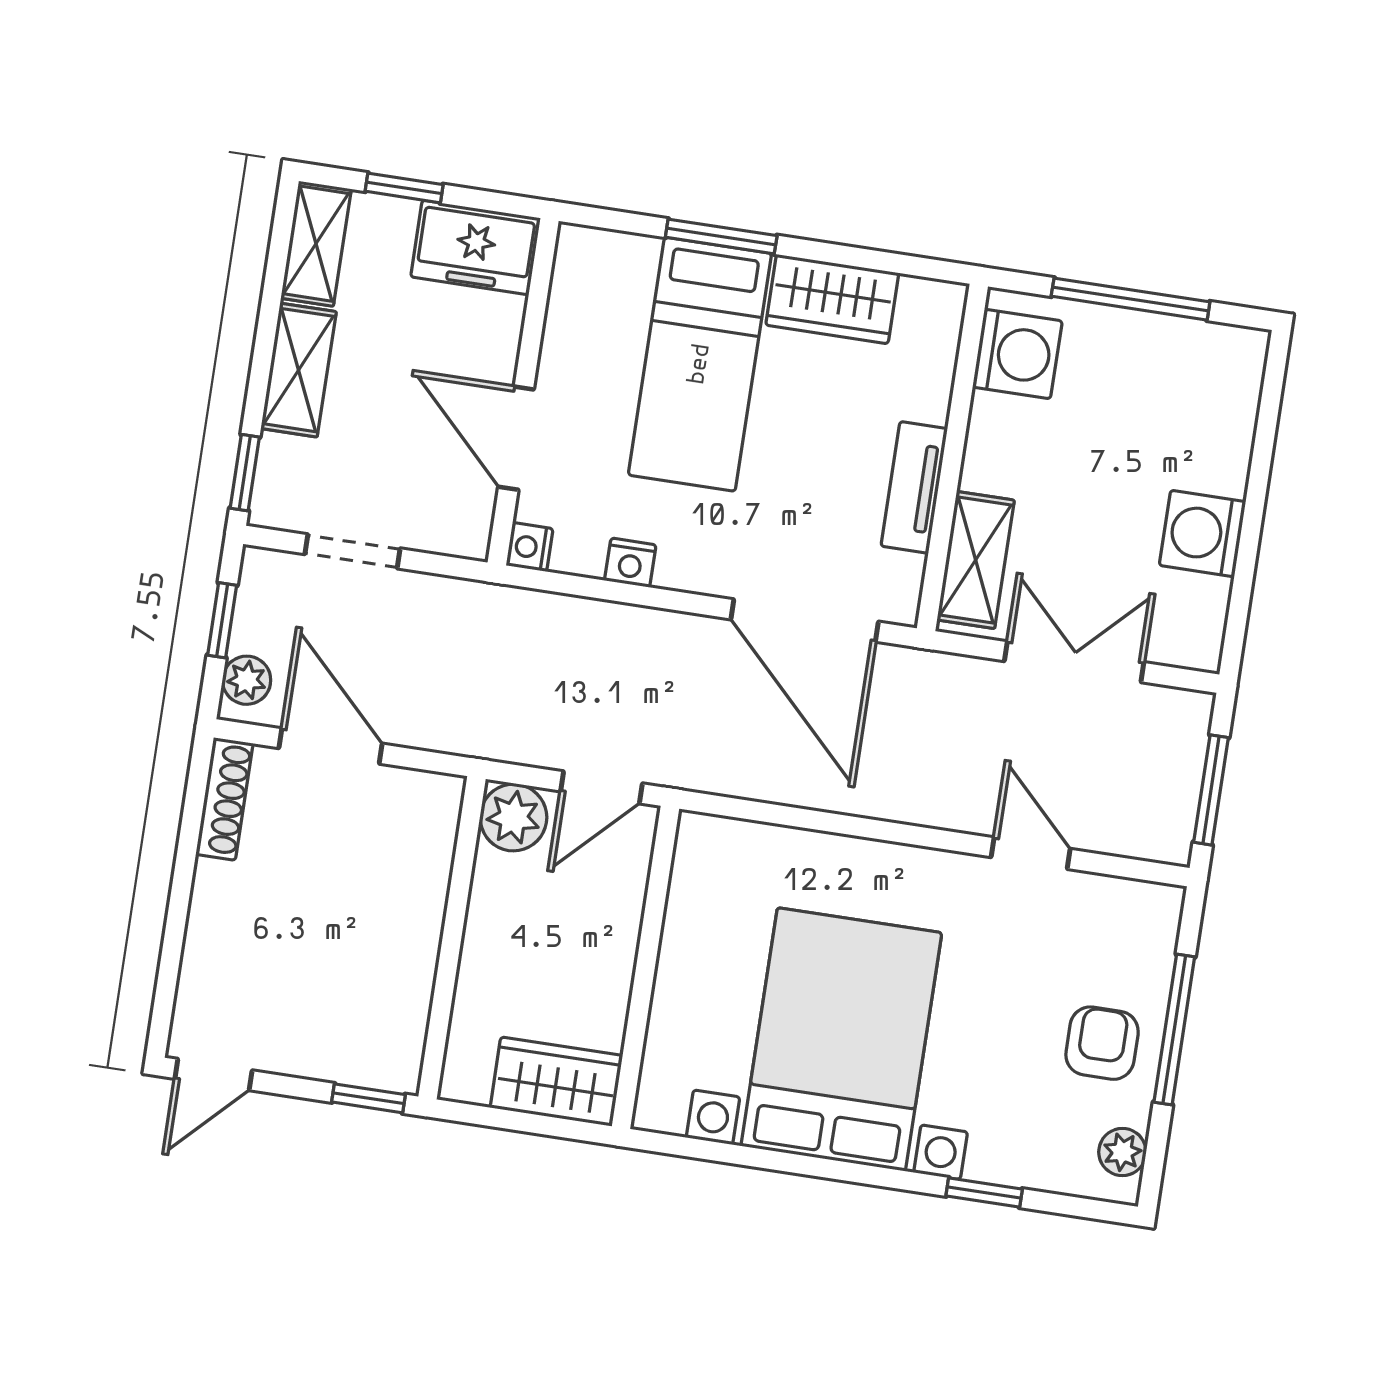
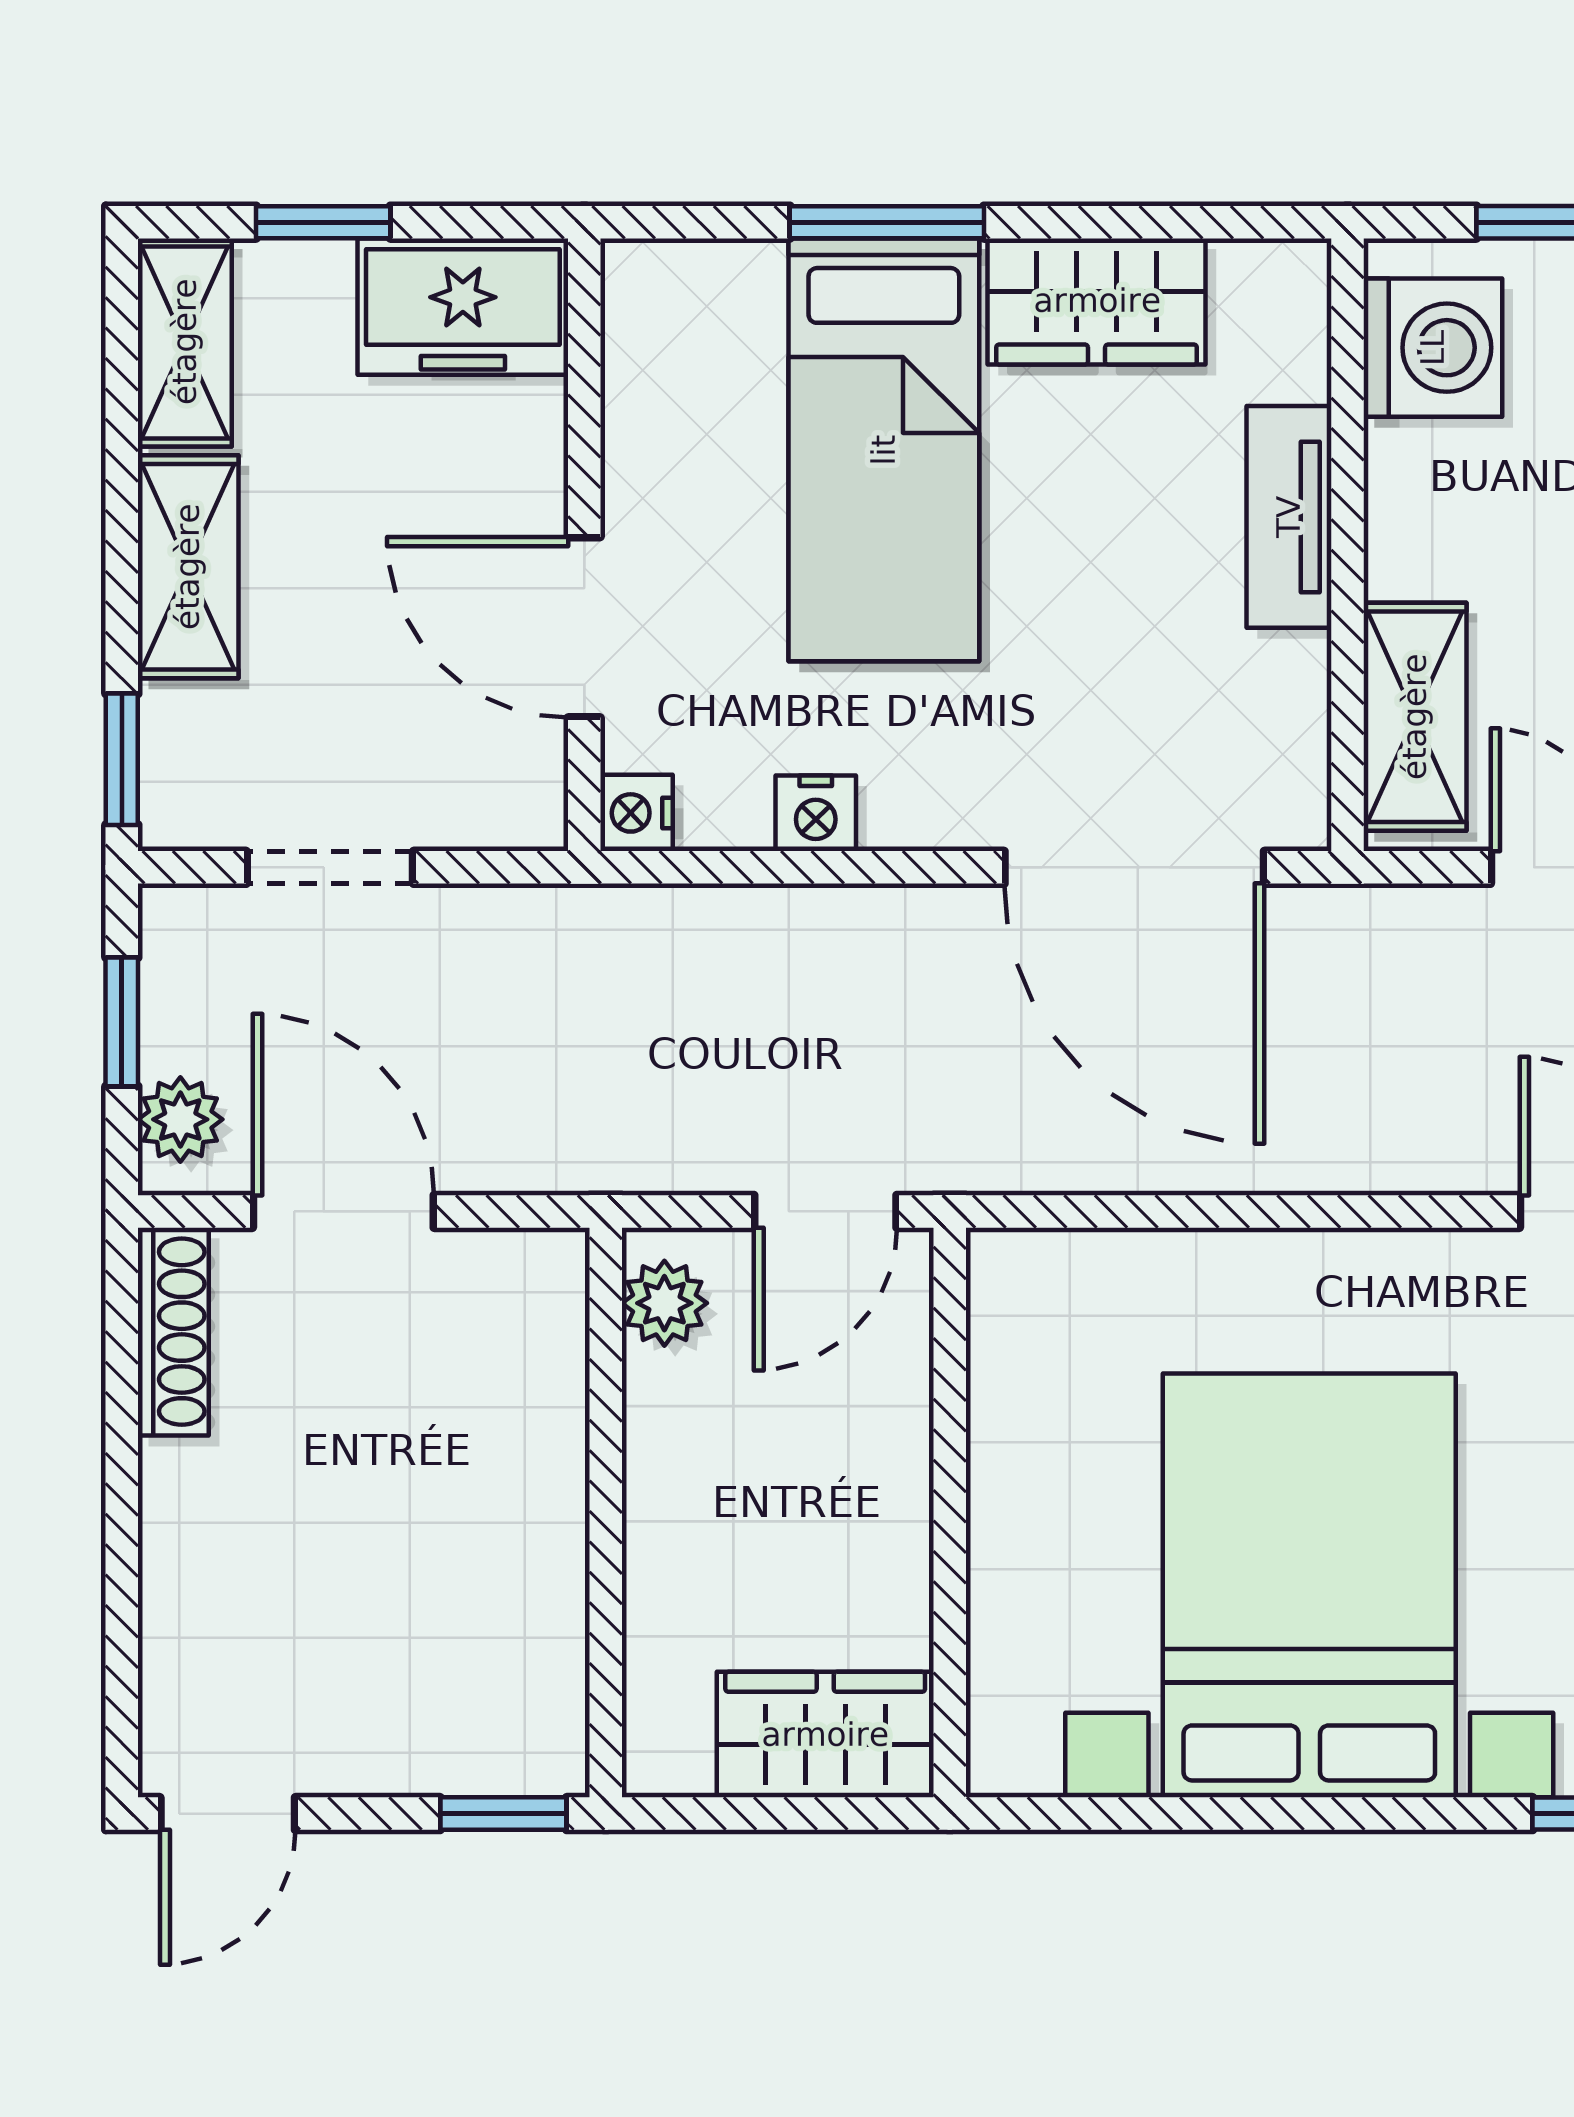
tv unit: (914, 487) -> (1289, 517), moved
plant: (513, 818) -> (664, 1303), width x0.73, depth x0.73

